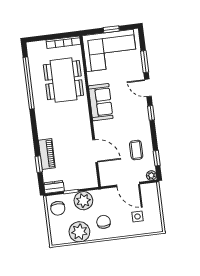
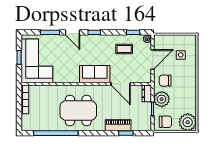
dining table: (63, 80) -> (78, 110), moved
door: (148, 88) -> (73, 32), hinge flipped
sofa: (101, 102) -> (95, 74), moved
door: (95, 151) -> (121, 84), swing flipped
dresser: (54, 187) -> (147, 93), moved
chair: (104, 222) -> (165, 81), moved
plant: (79, 232) -> (188, 122), moved

